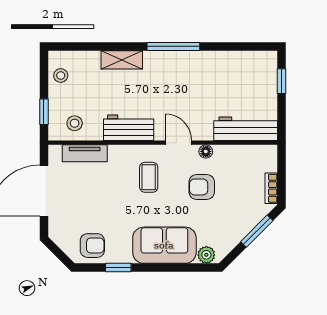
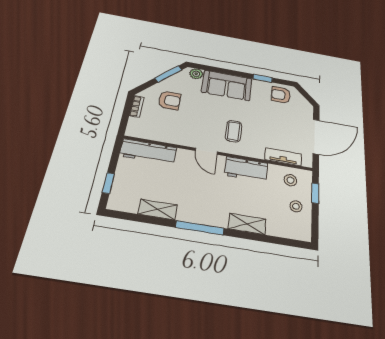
shelving: (222, 60) -> (158, 210), added
stool: (61, 75) -> (296, 206), moved
floor lamp: (206, 151) -> (185, 141), removed
armchair: (202, 187) -> (169, 100), moved
window: (257, 231) -> (168, 74), moved

